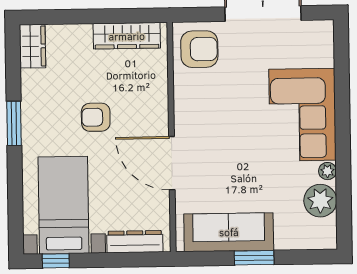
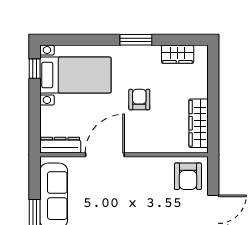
wardrobe: (33, 46) -> (178, 54), moved
dresser: (135, 242) -> (60, 145), moved, turned -90

